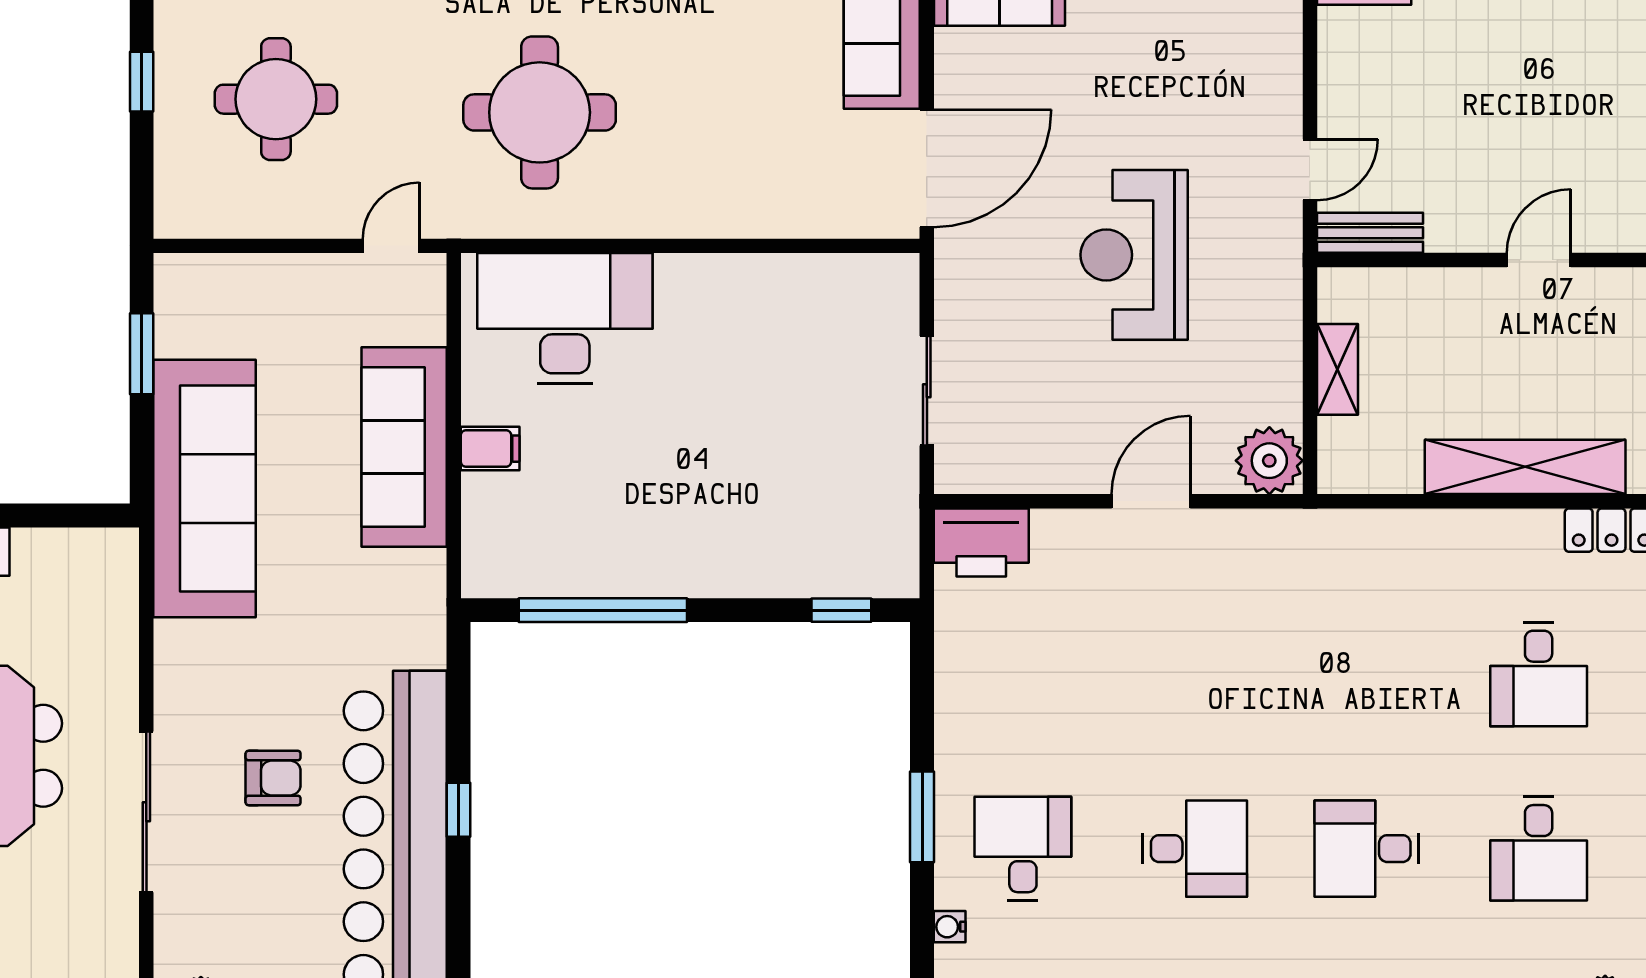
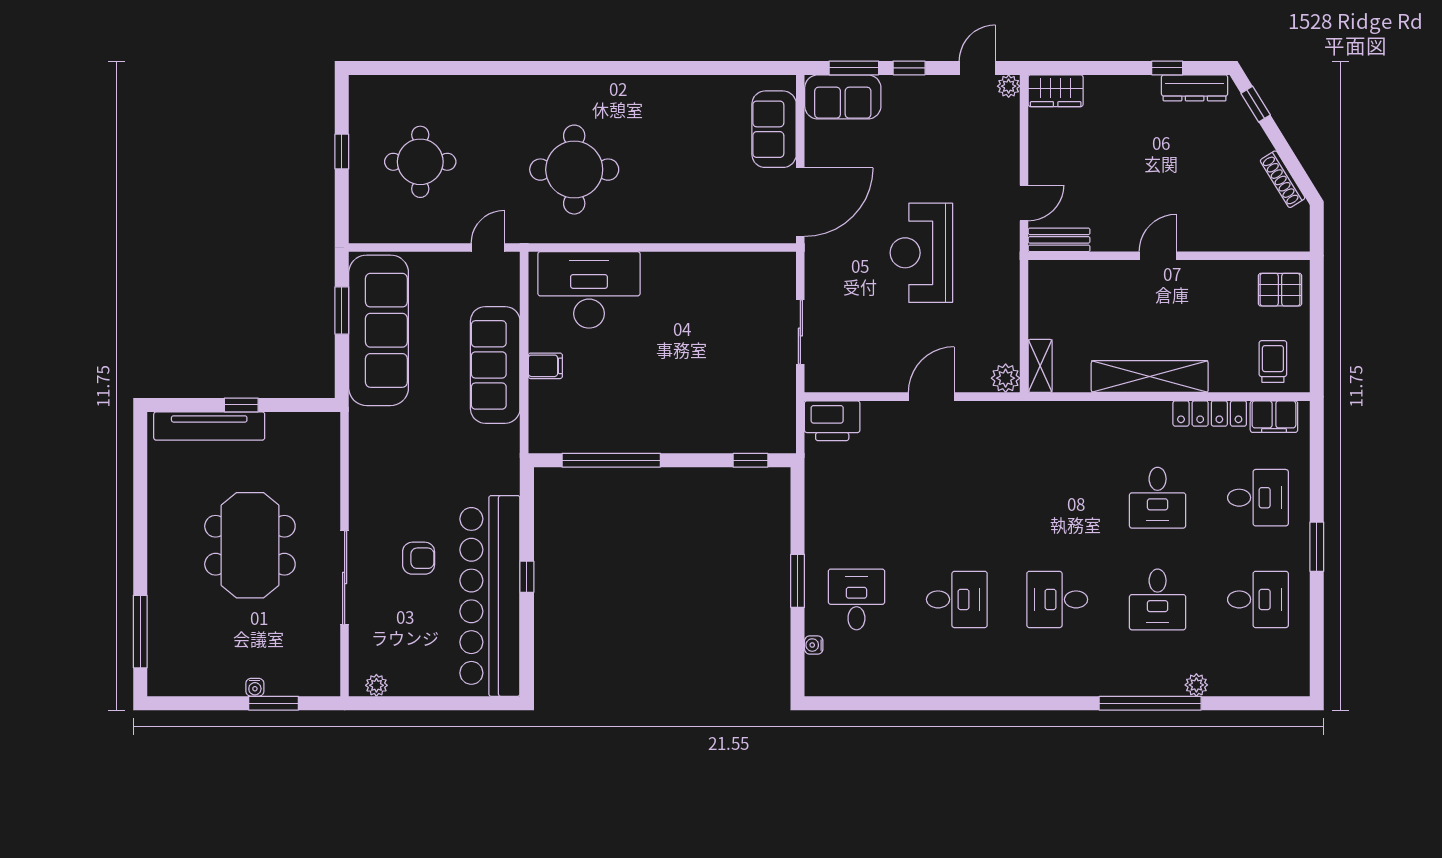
shelving: (1337, 369) -> (1040, 366), moved
plant: (1269, 461) -> (1006, 378), width x0.73, depth x0.73
sofa: (205, 489) -> (379, 330), moved

